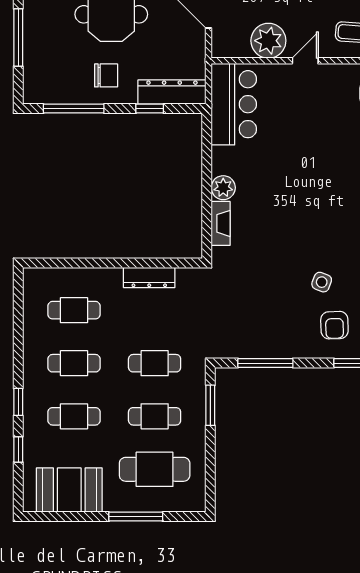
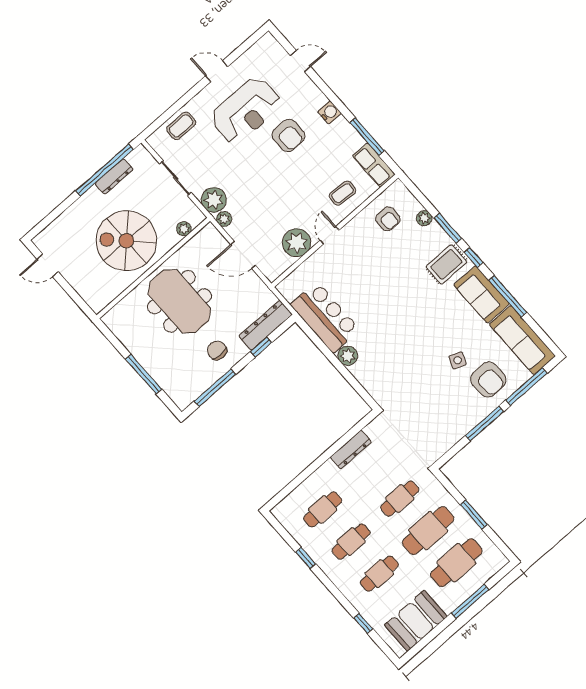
chair: (106, 75) -> (217, 350), turned -90
bar counter: (234, 104) -> (325, 317), moved
fireplace: (221, 223) -> (365, 379), removed
armchair: (334, 325) -> (488, 380), width x1.38, depth x1.38
window: (265, 363) -> (484, 424), moved
window: (18, 402) -> (306, 558), moved
window: (210, 405) -> (474, 515), moved
cafe table: (155, 416) -> (428, 531), width x1.37, depth x1.35

